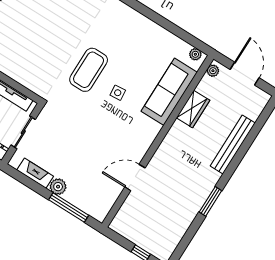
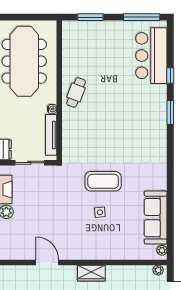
sofa: (169, 92) -> (156, 218), moved, turned -90
wardrobe: (193, 109) -> (91, 273), moved

